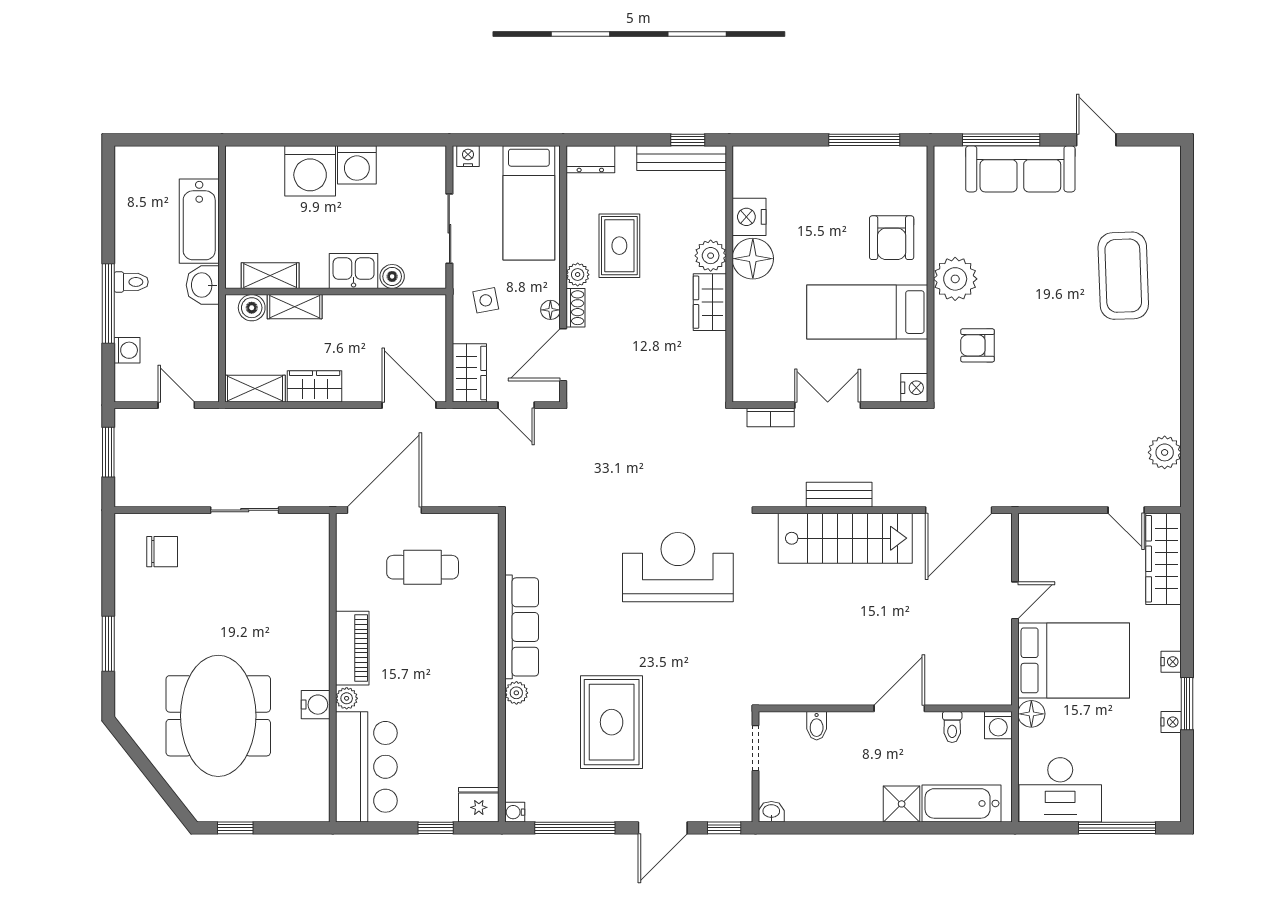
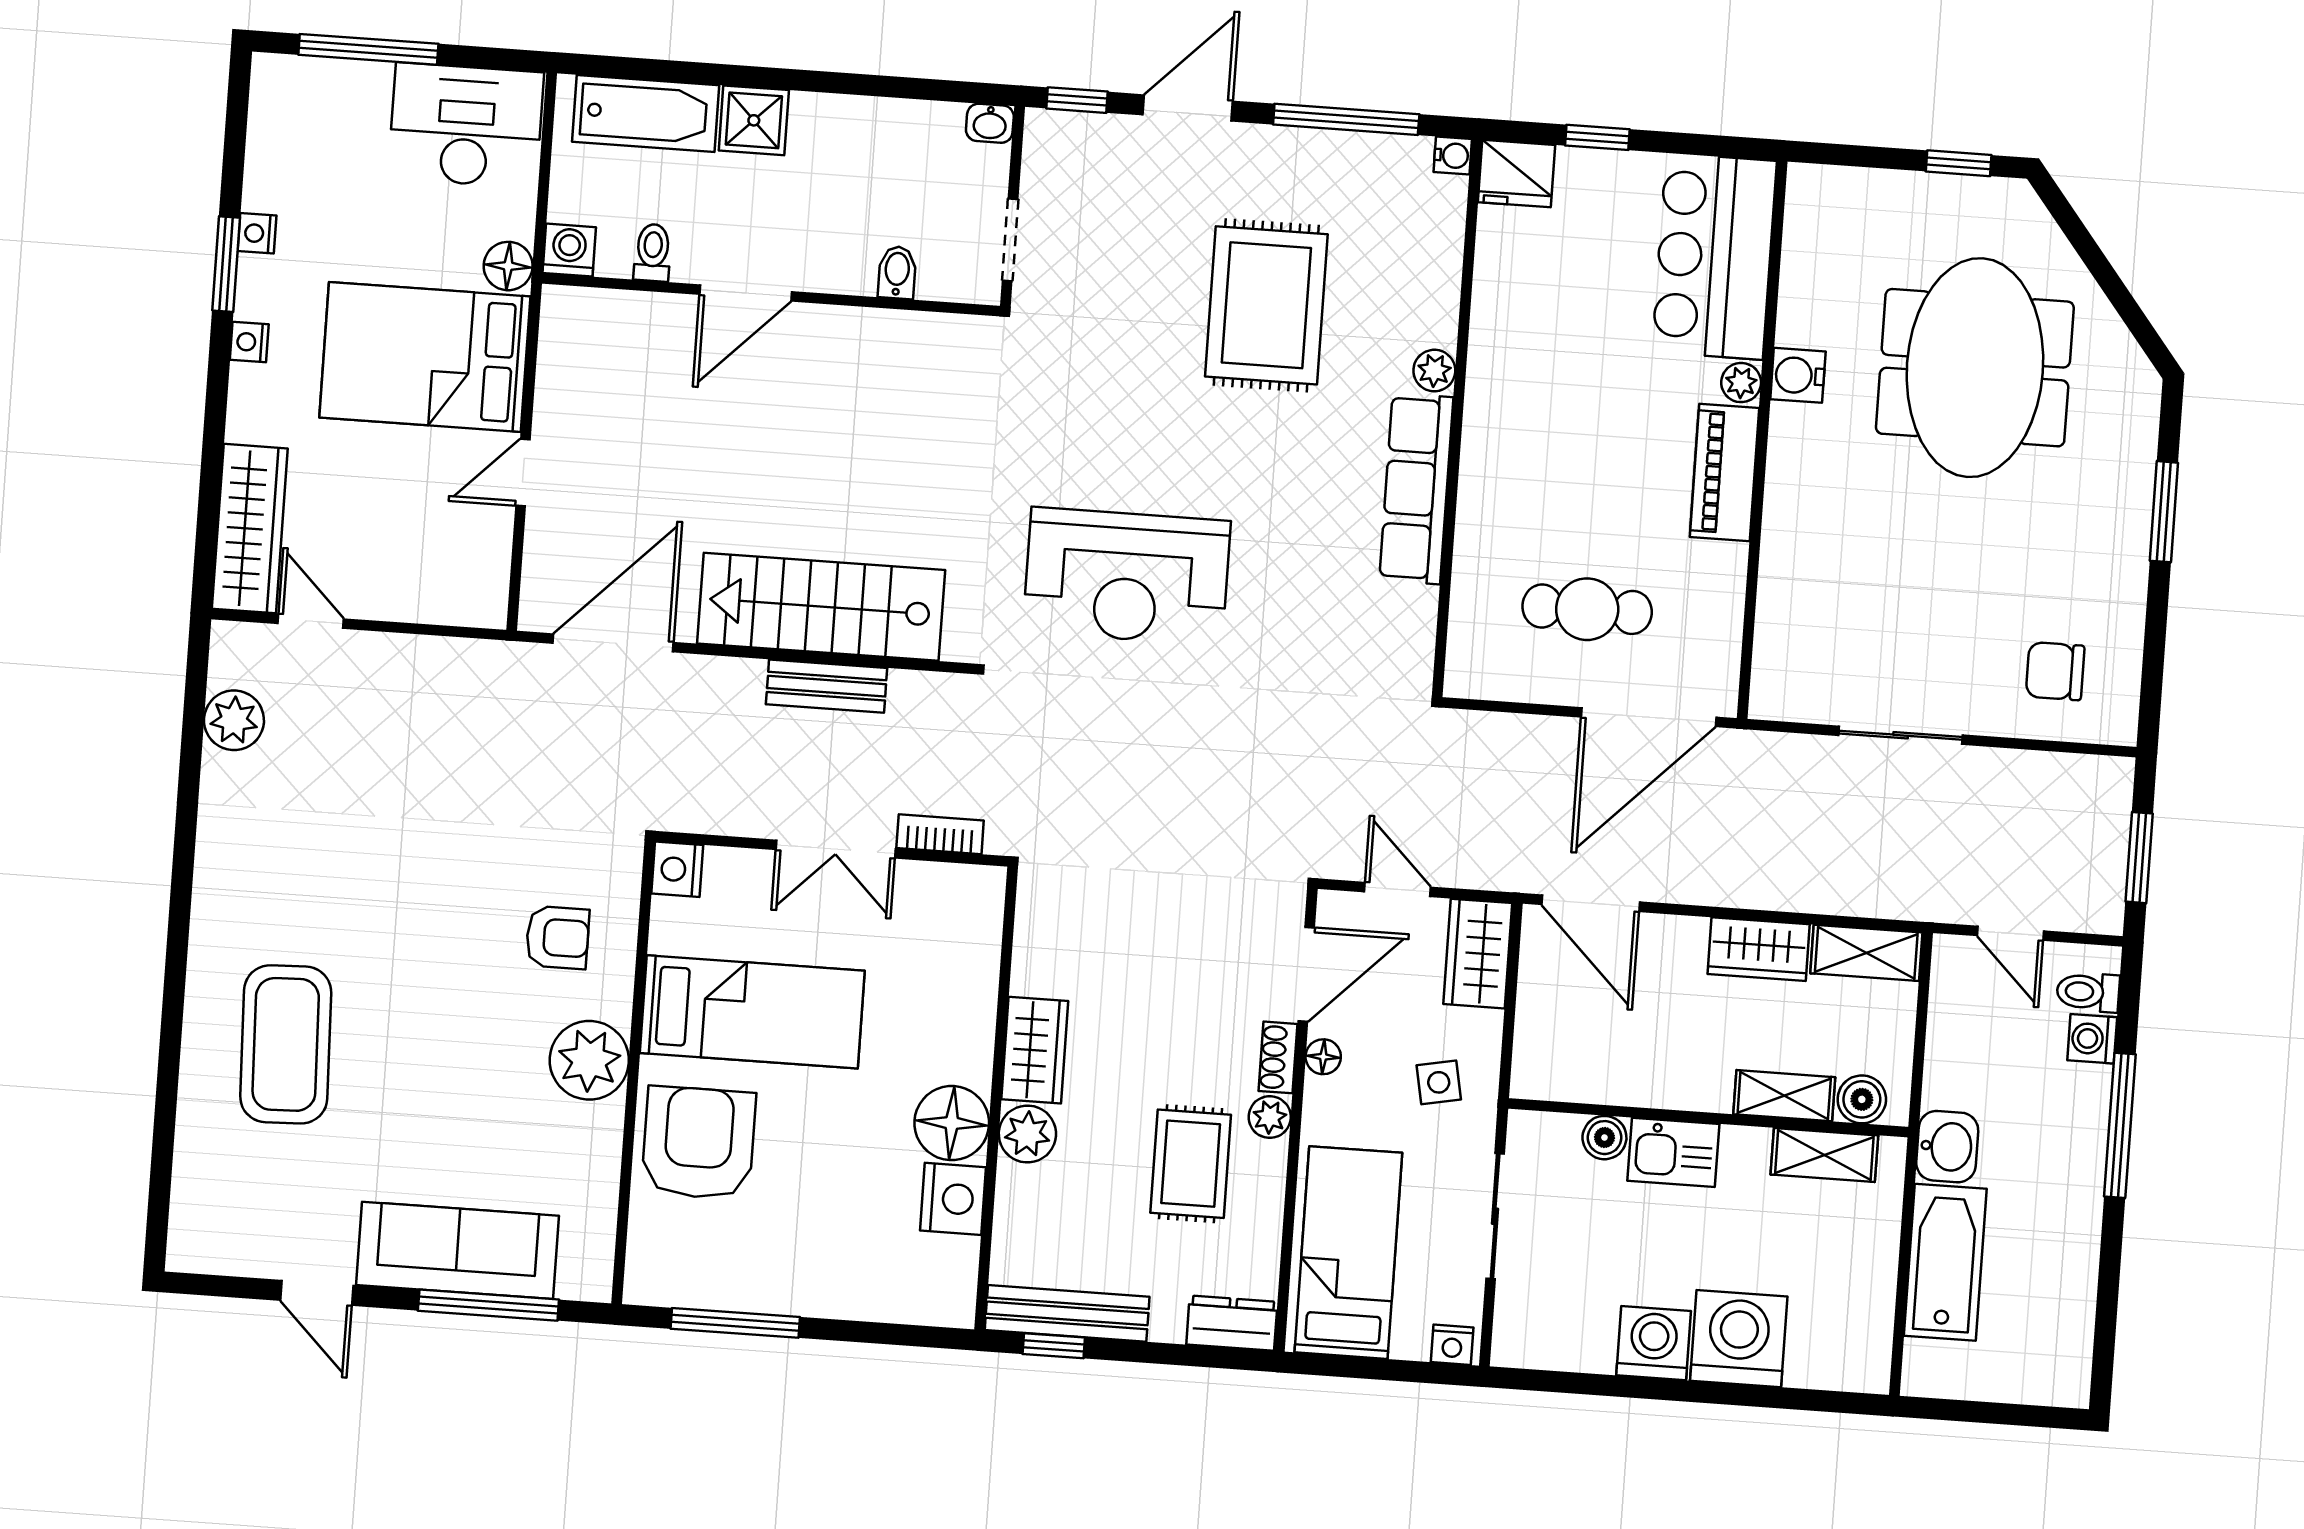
armchair: (892, 238) -> (699, 1143), width x1.36, depth x1.36
toilet: (131, 282) -> (2088, 992), moved

